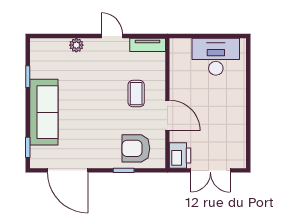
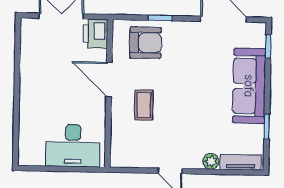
tv unit: (148, 45) -> (241, 162), moved
desk: (216, 57) -> (73, 146), moved

